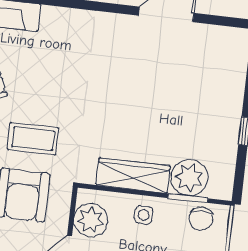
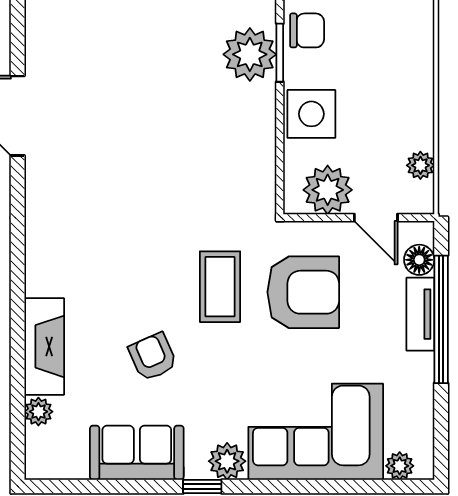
wardrobe: (133, 176) -> (256, 136), removed
side table: (144, 215) -> (311, 114), width x1.87, depth x1.87

